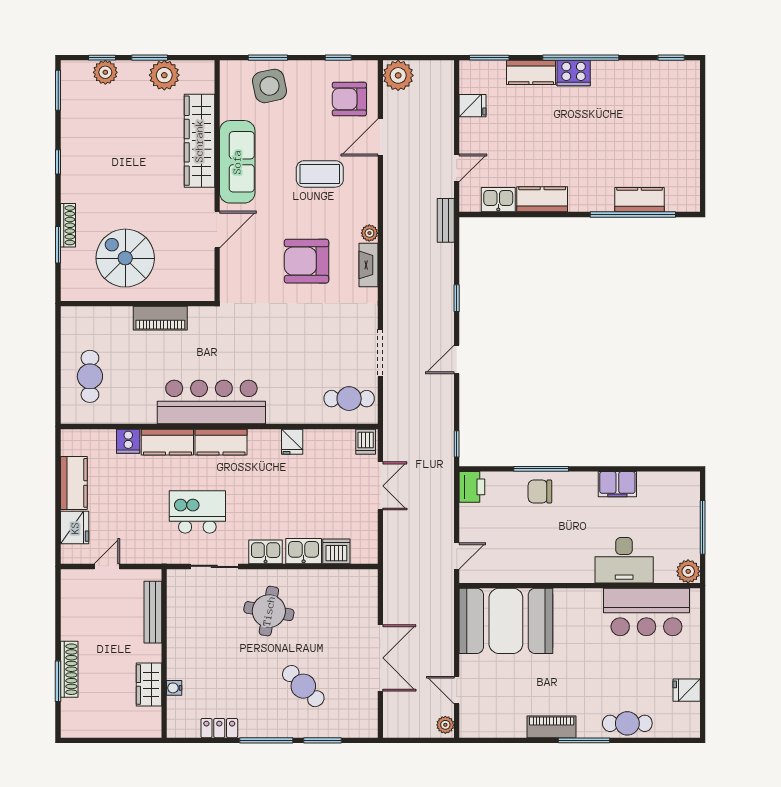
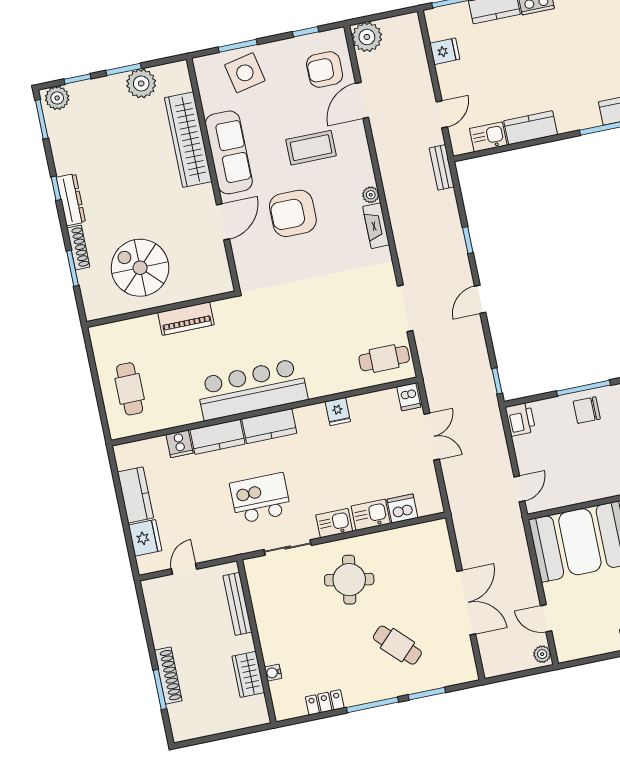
plant: (105, 72) -> (57, 98), moved
dresser: (71, 176) -> (71, 200), added
armchair: (307, 261) -> (293, 213), moved

